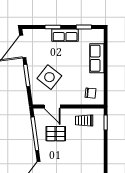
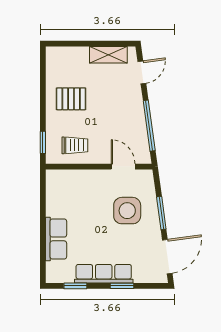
row of seats: (65, 35) -> (104, 274), width x1.48
side table: (49, 77) -> (127, 211), turned -38
chair: (90, 93) -> (65, 187), removed
pallet: (56, 134) -> (71, 99), moved

